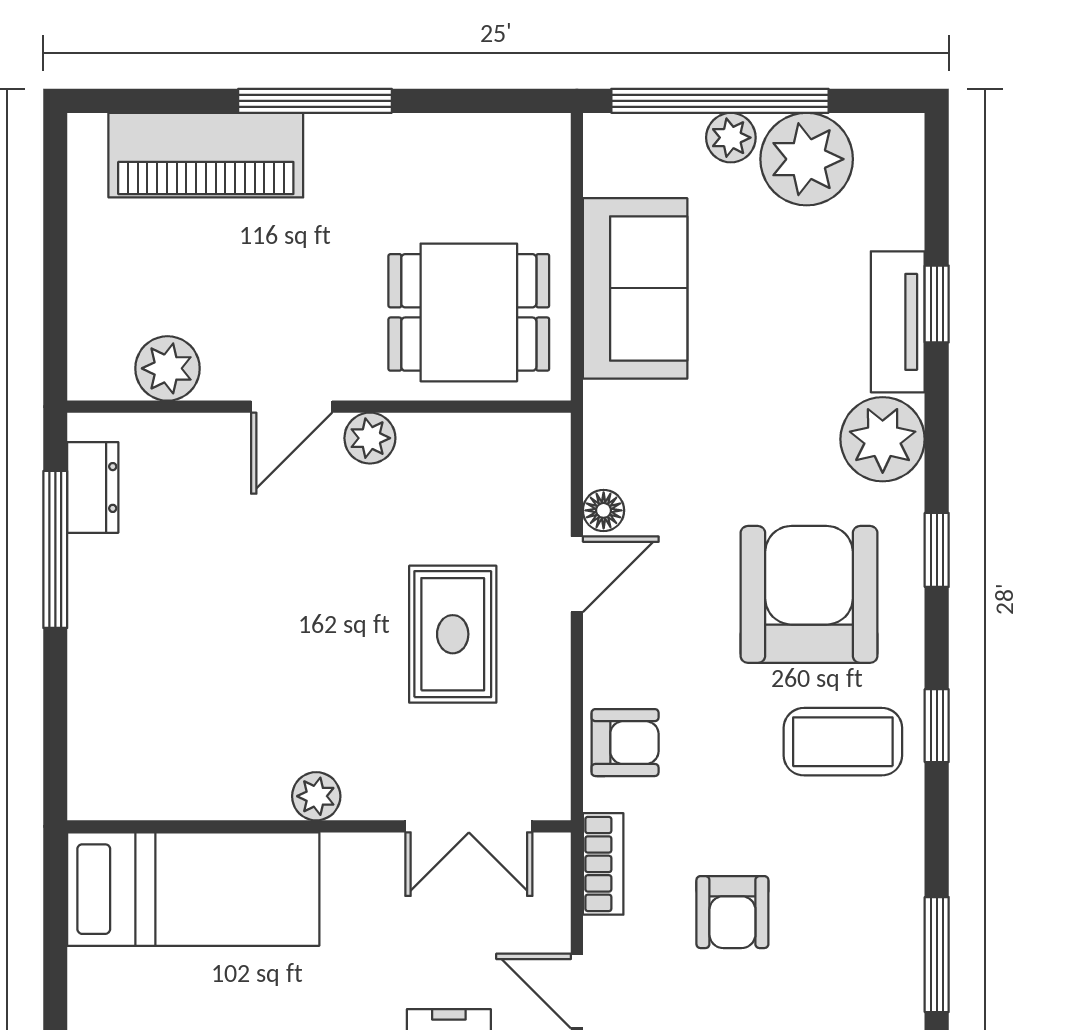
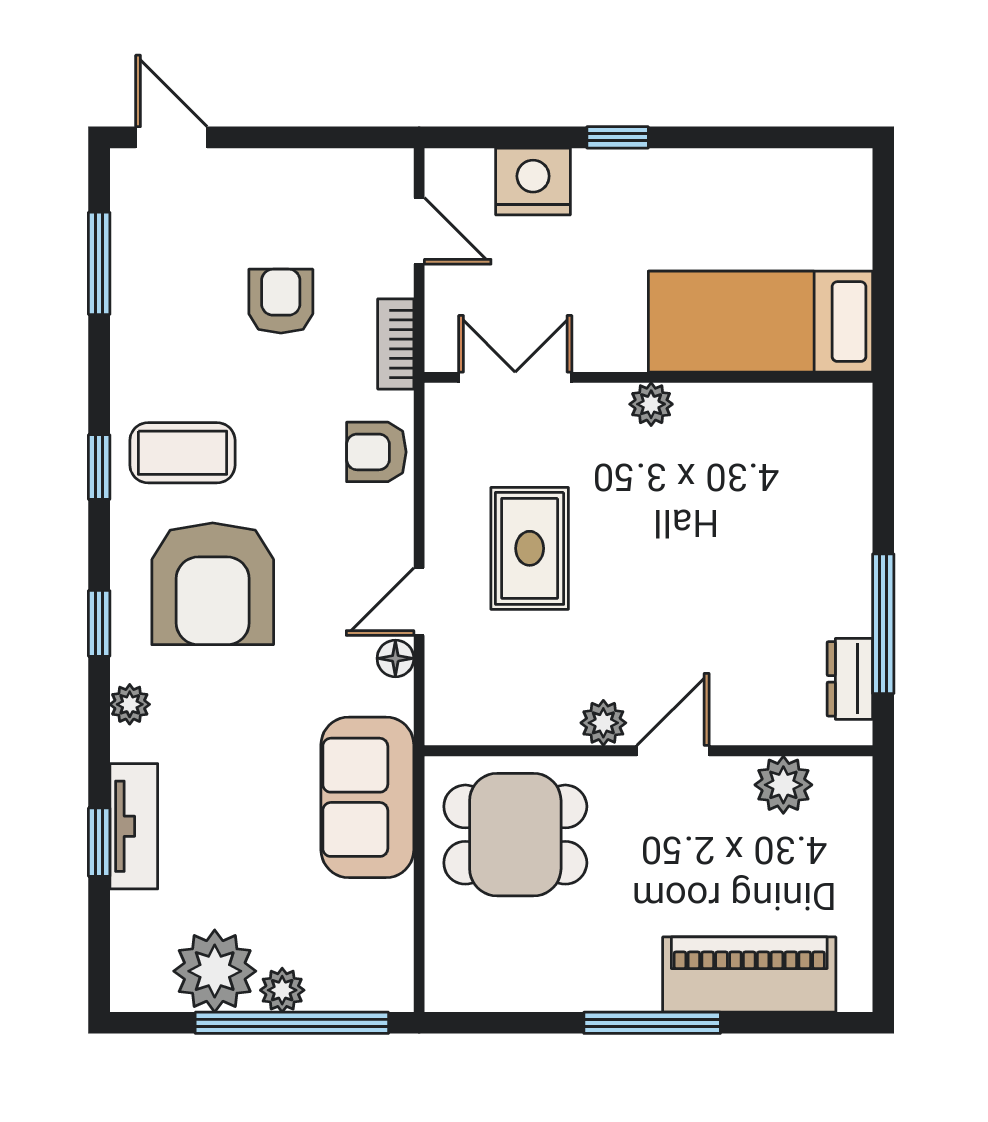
sofa: (635, 288) -> (367, 797), moved
plant: (883, 439) -> (130, 704), width x0.53, depth x0.53

